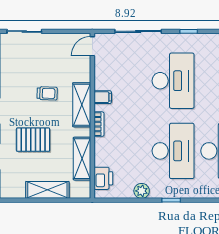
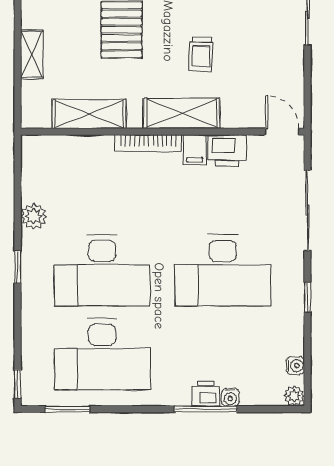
bookcase: (99, 124) -> (148, 143), width x1.56
printer: (103, 178) -> (227, 151), moved
shelving: (47, 190) -> (32, 54), width x0.67, depth x0.75

